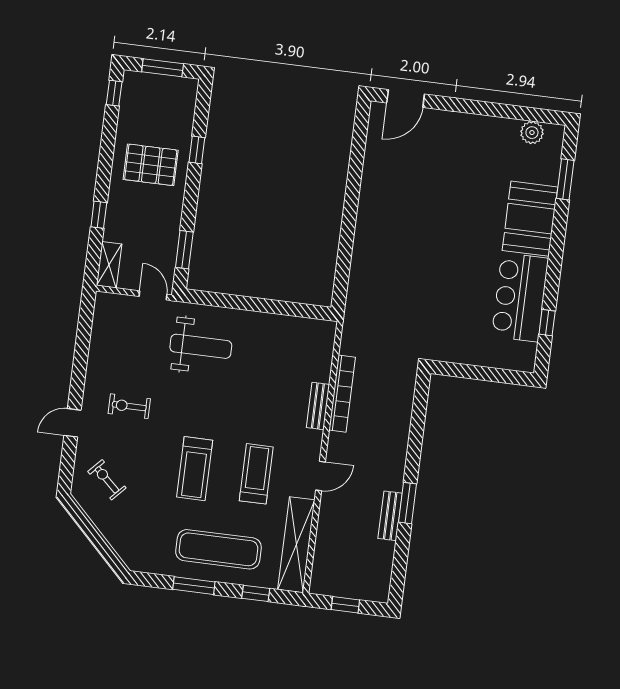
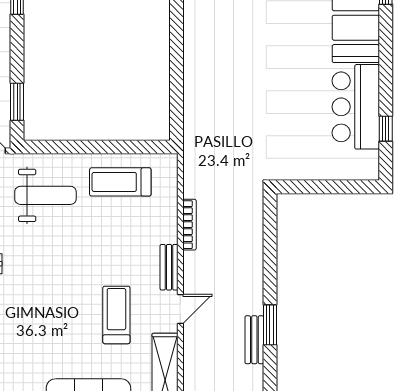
bookcase: (342, 394) -> (189, 225), width x0.68, depth x0.76
bench: (318, 406) -> (169, 267), moved
treadmill: (195, 469) -> (120, 182), moved, turned 90

